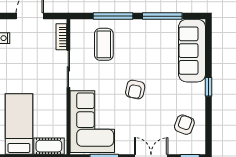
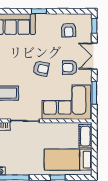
armchair: (184, 125) -> (69, 30), turned -112
armchair: (137, 126) -> (70, 68), added

